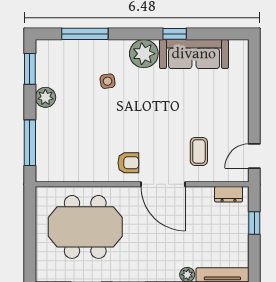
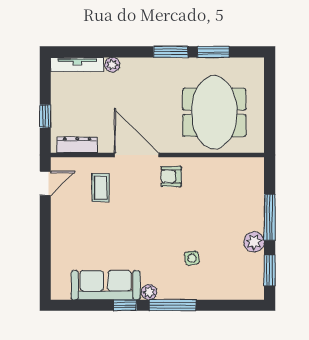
window: (85, 34) -> (172, 305), moved
plant: (144, 54) -> (149, 292), width x0.53, depth x0.53
window: (30, 143) -> (270, 217), moved
dresser: (229, 194) -> (77, 145), width x1.44
meeting table: (85, 227) -> (214, 112), turned 90

